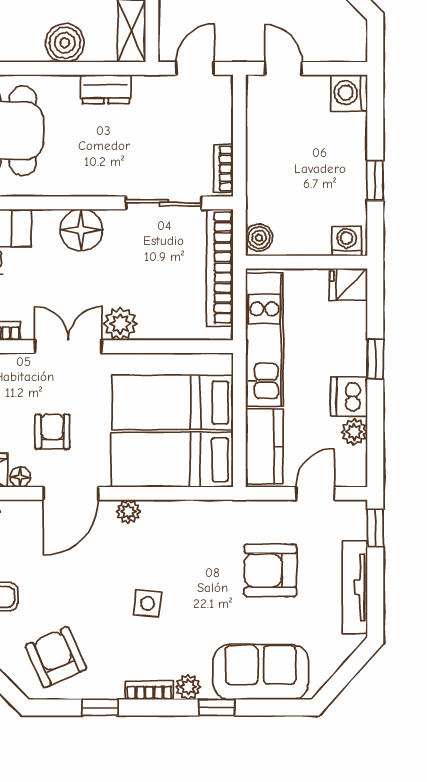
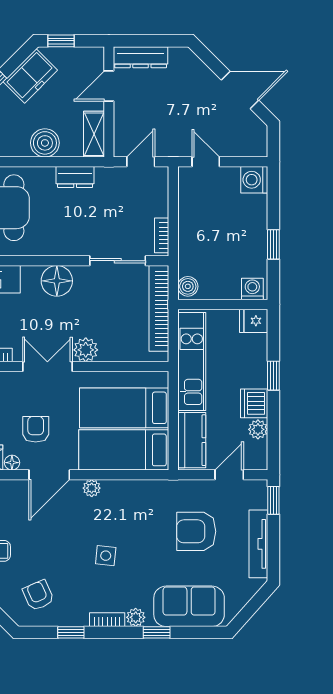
armchair: (56, 657) -> (38, 595), width x0.72, depth x0.72

